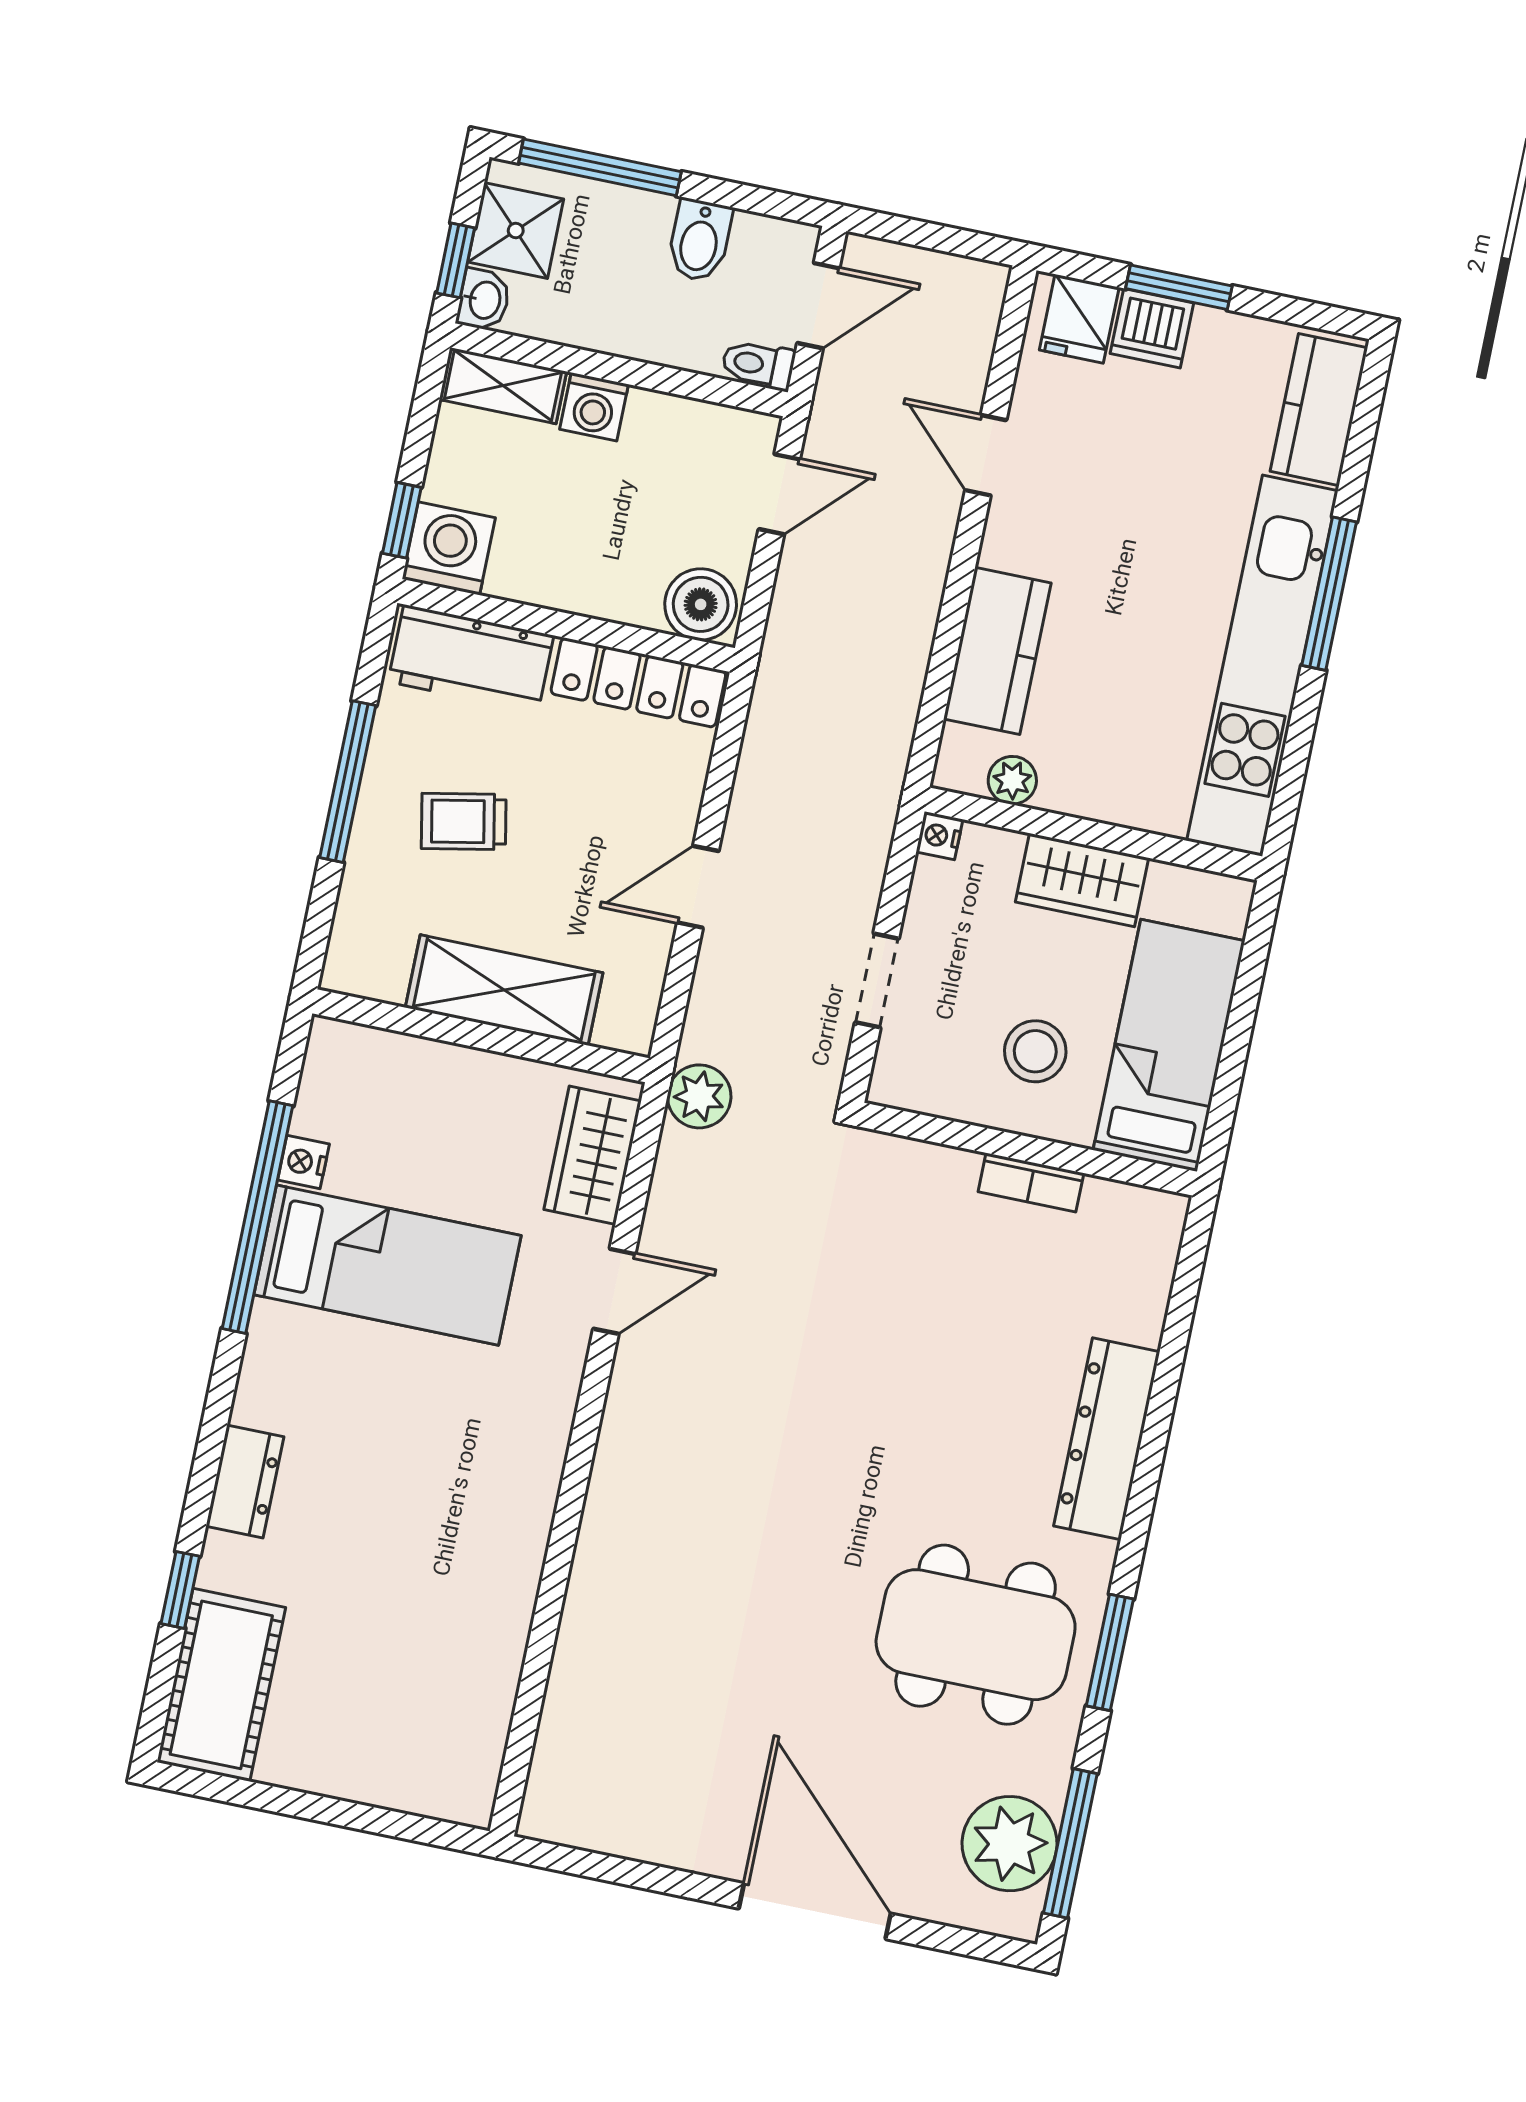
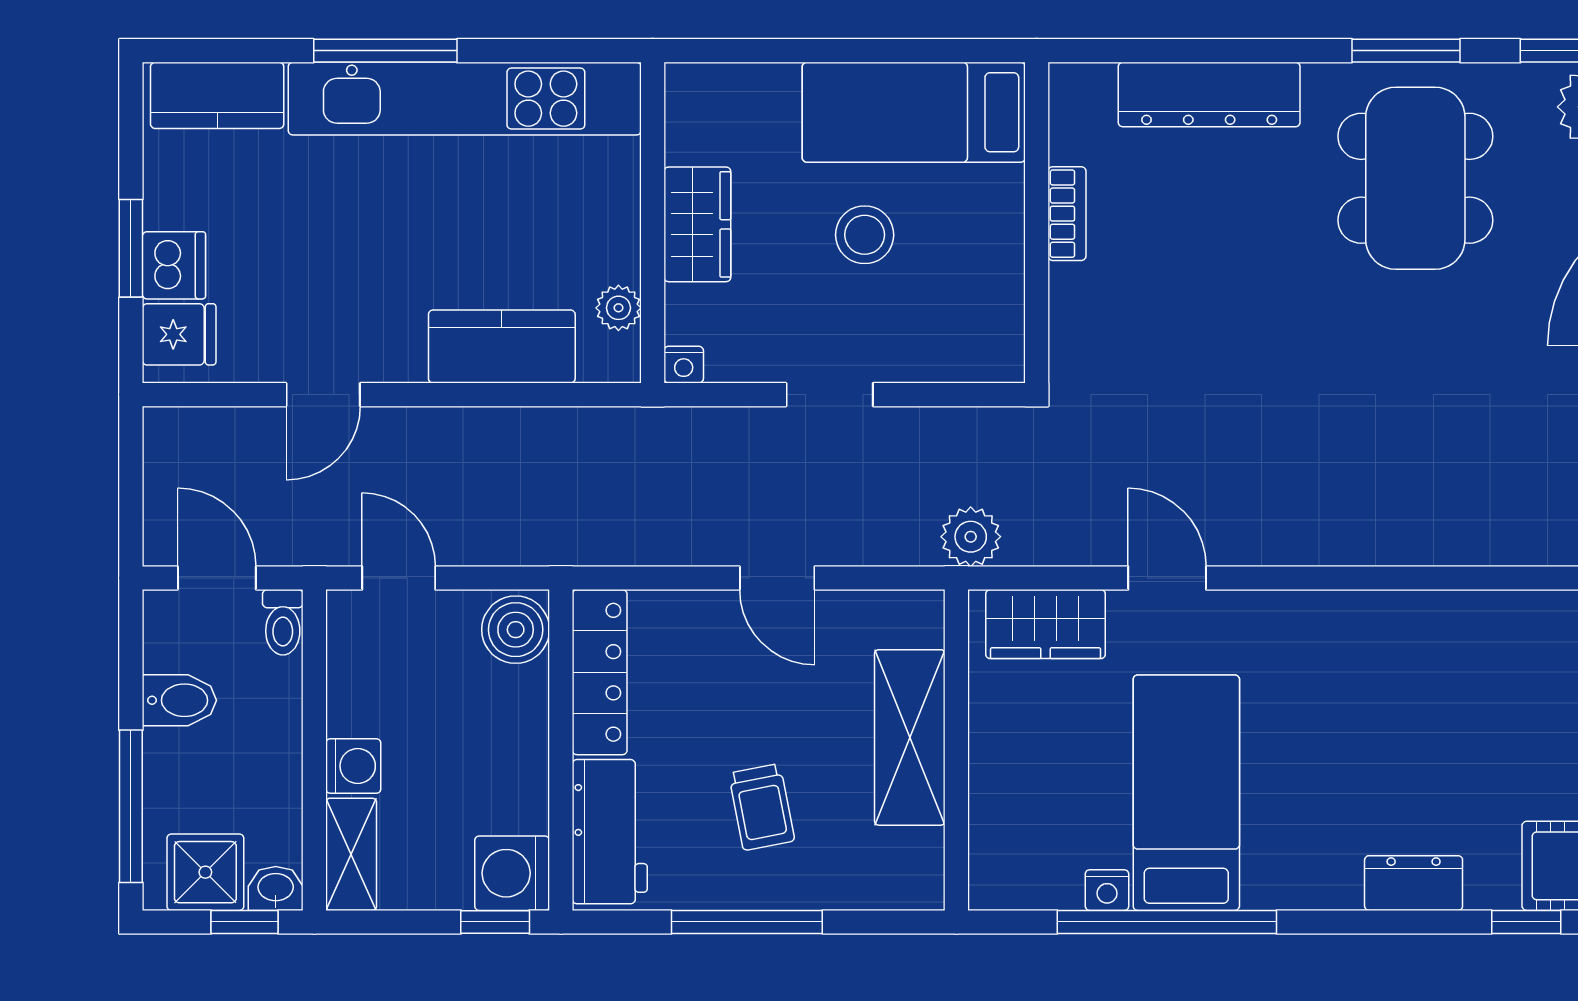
bed: (1169, 1045) -> (914, 112), moved
wall: (1028, 1149) -> (1037, 223), moved
bookcase: (1031, 1182) -> (1067, 214), moved

